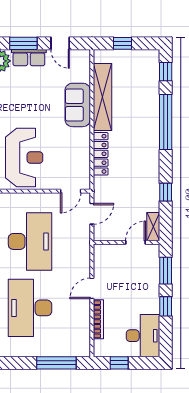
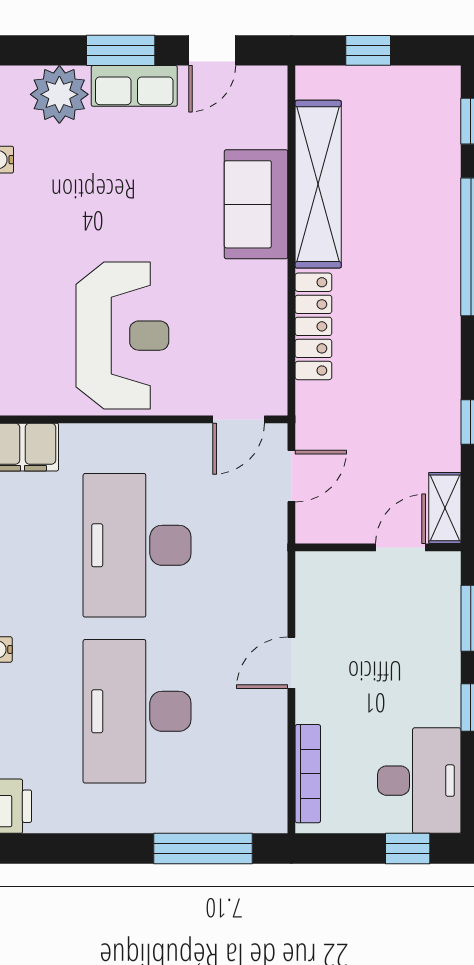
door: (60, 43) -> (212, 50), hinge flipped
desk: (30, 241) -> (137, 545), turned 180
bookcase: (98, 319) -> (308, 774), moved
window: (119, 363) -> (408, 849), moved

